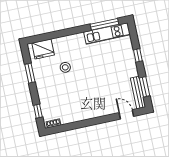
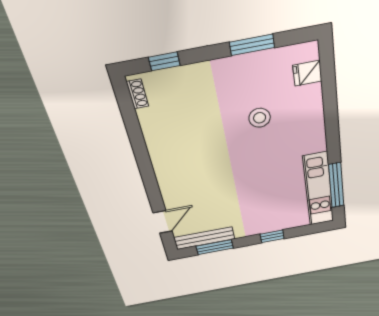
fridge: (43, 49) -> (307, 73), width x0.53, depth x0.75

